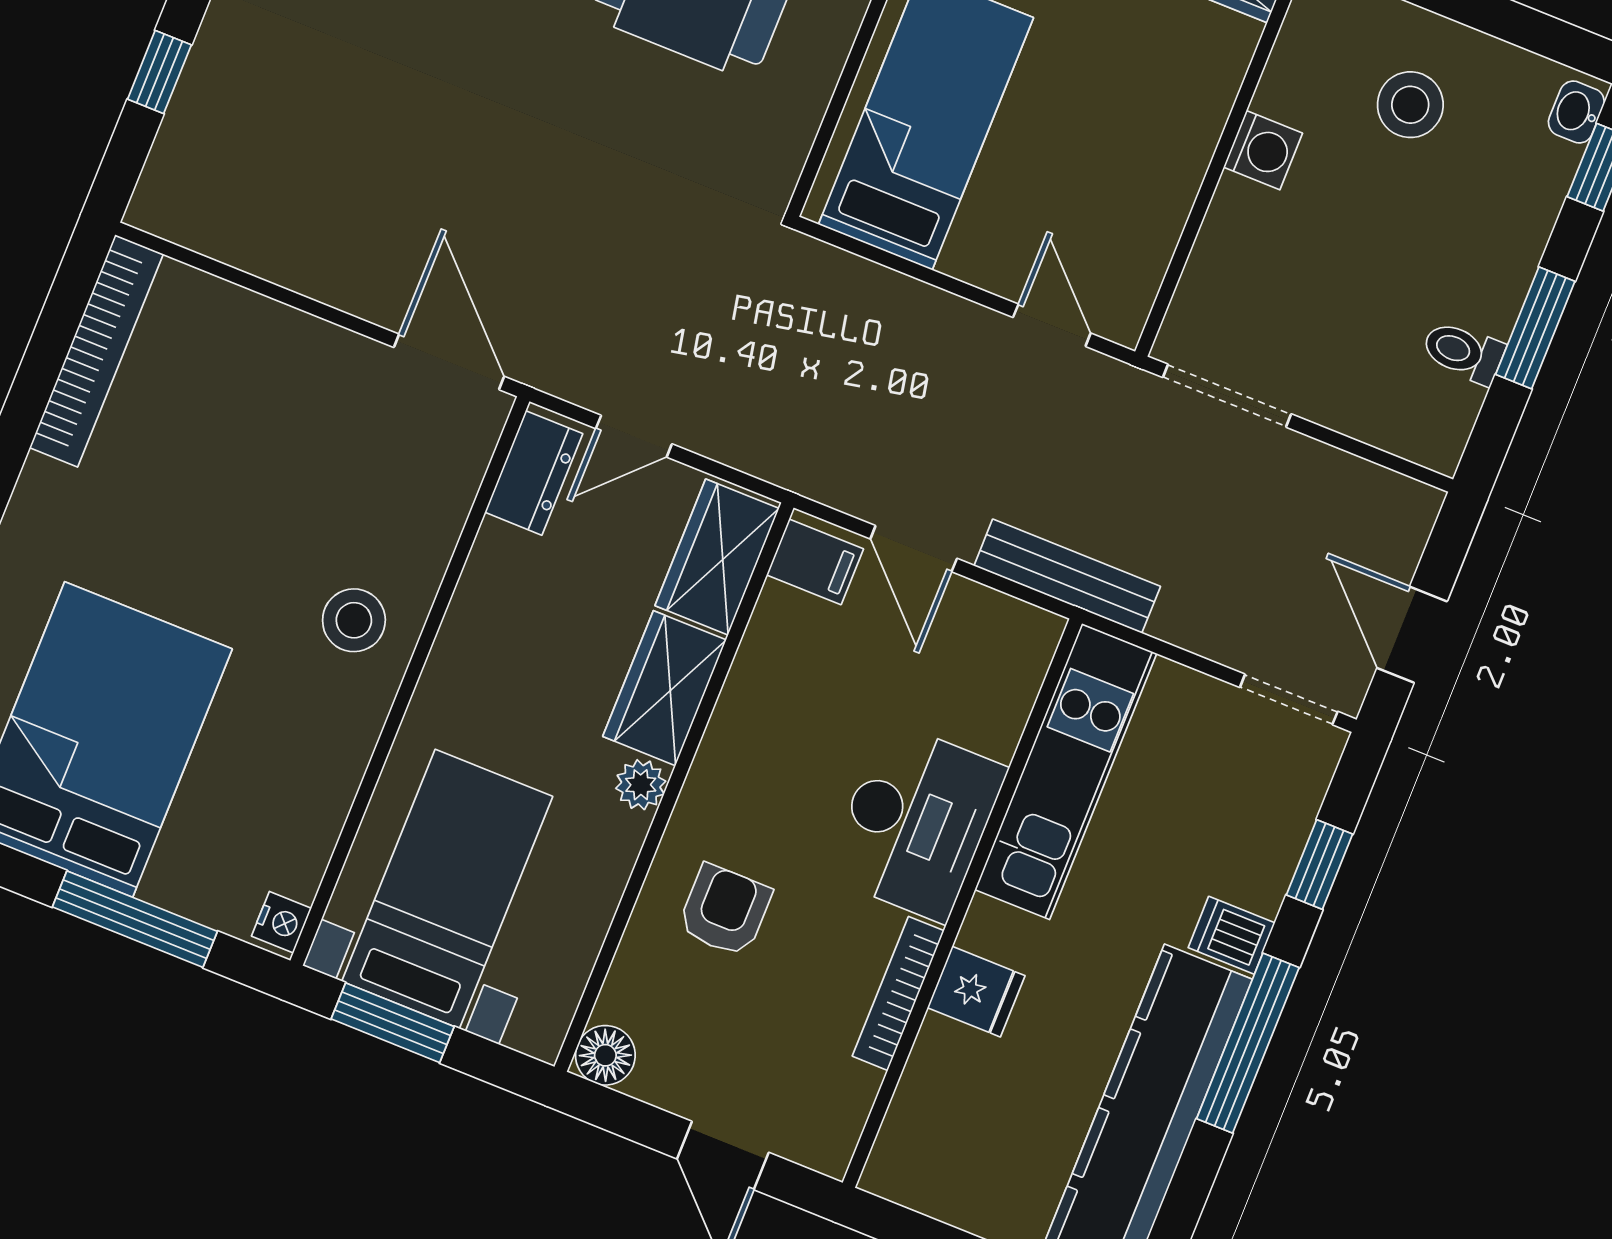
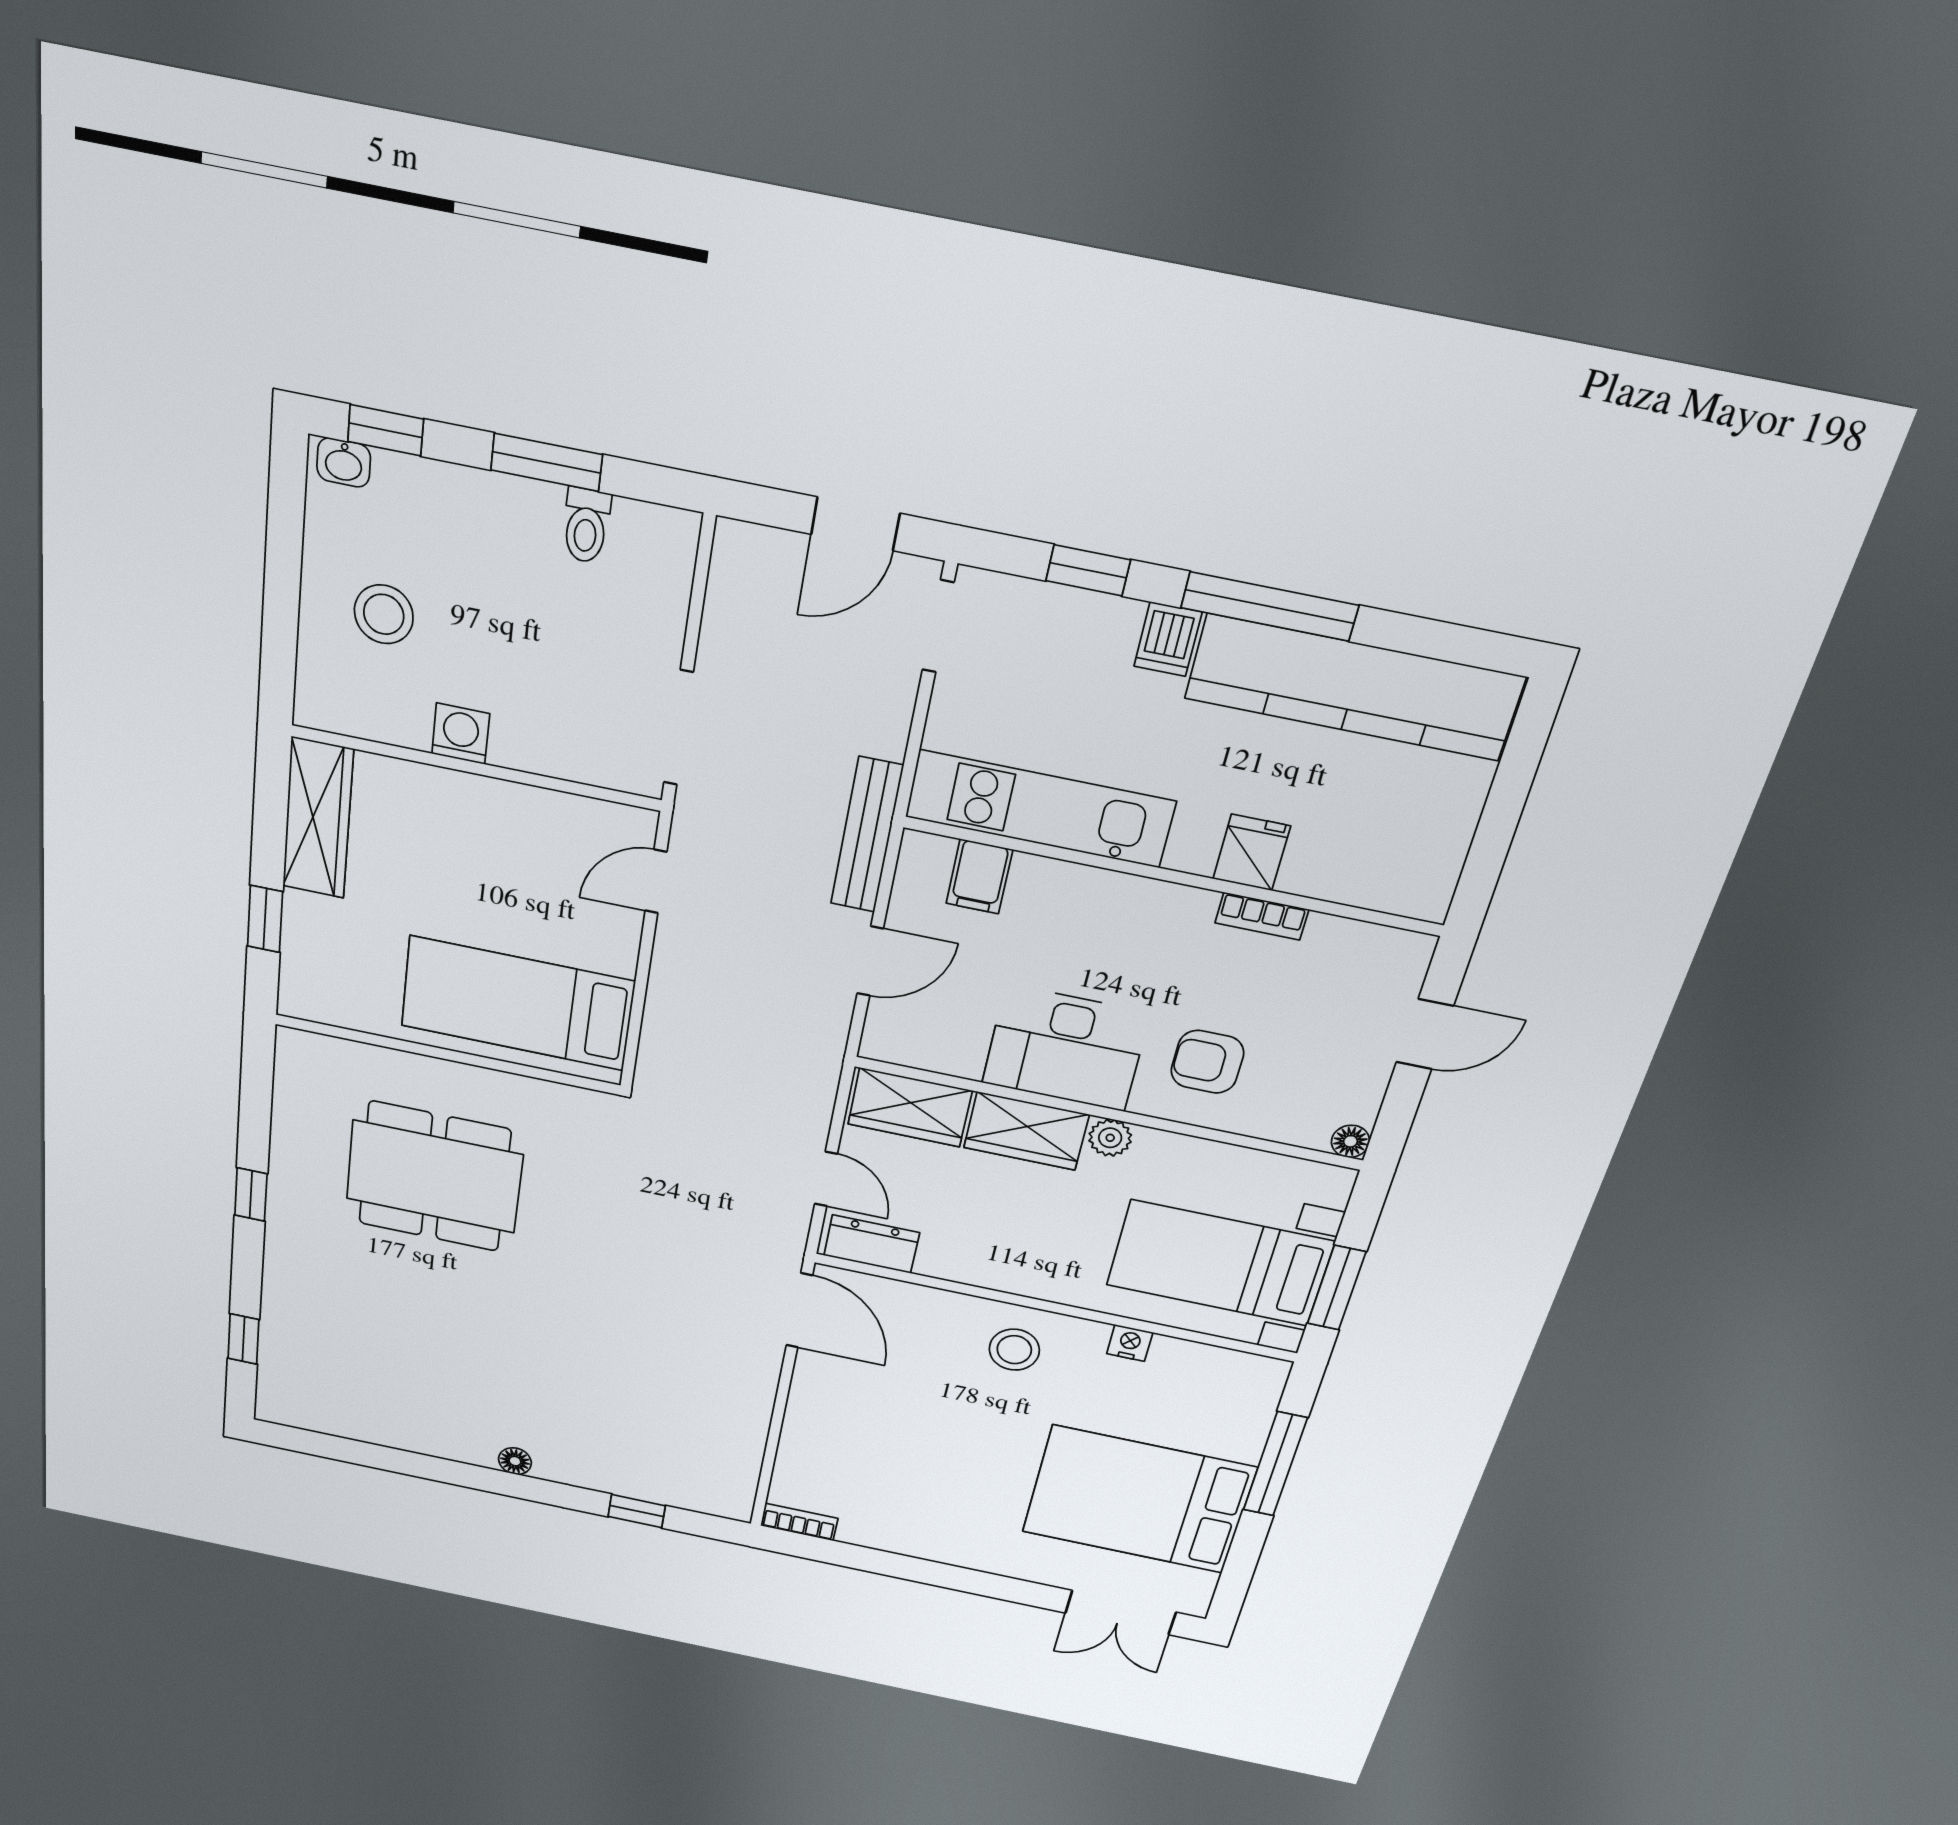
bookcase: (96, 351) -> (799, 1522), width x0.43, depth x0.76
door: (449, 362) -> (799, 1310), swing flipped
filing cabinet: (815, 562) -> (979, 877), moved, turned 180
desk: (916, 822) -> (1066, 1048), moved, turned 180
nightstand: (281, 922) -> (1130, 1343), moved
bookcase: (898, 993) -> (1262, 916), width x0.64
floor lamp: (605, 1055) -> (1350, 1141), width x0.73, depth x0.73

